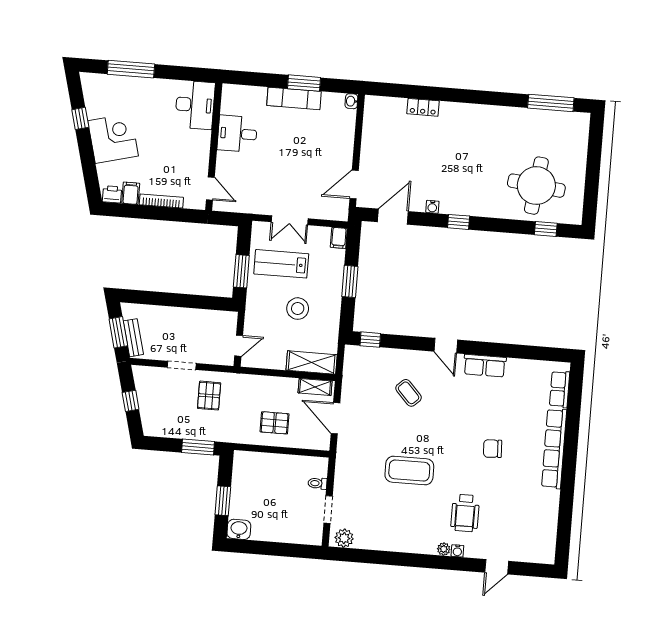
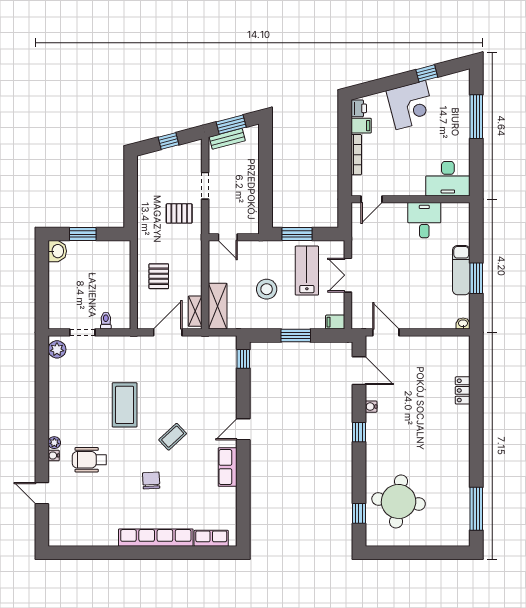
coffee table: (409, 393) -> (173, 437), moved
window: (198, 447) -> (131, 207), removed

